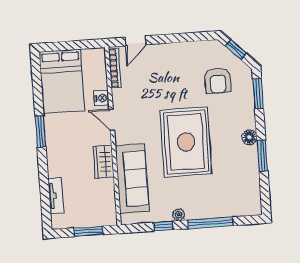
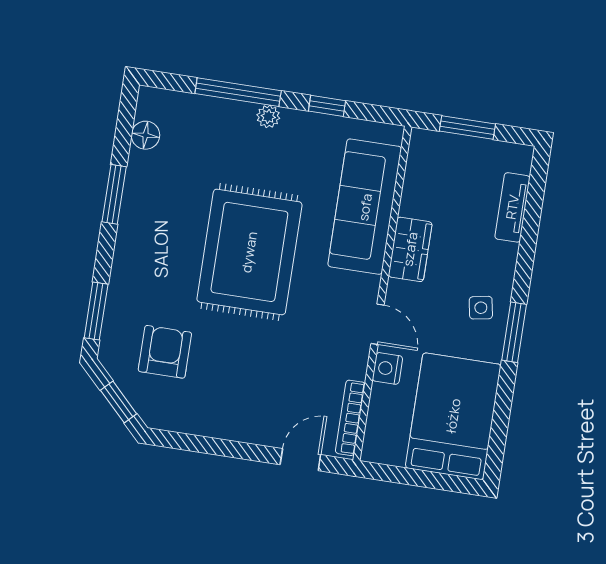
floor lamp: (249, 137) -> (145, 135), moved
side table: (60, 140) -> (481, 308), added
plant: (179, 215) -> (268, 116), moved

